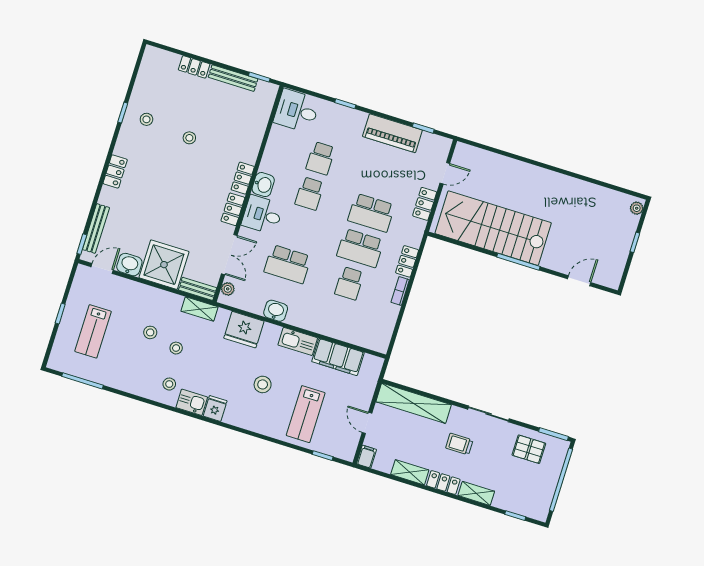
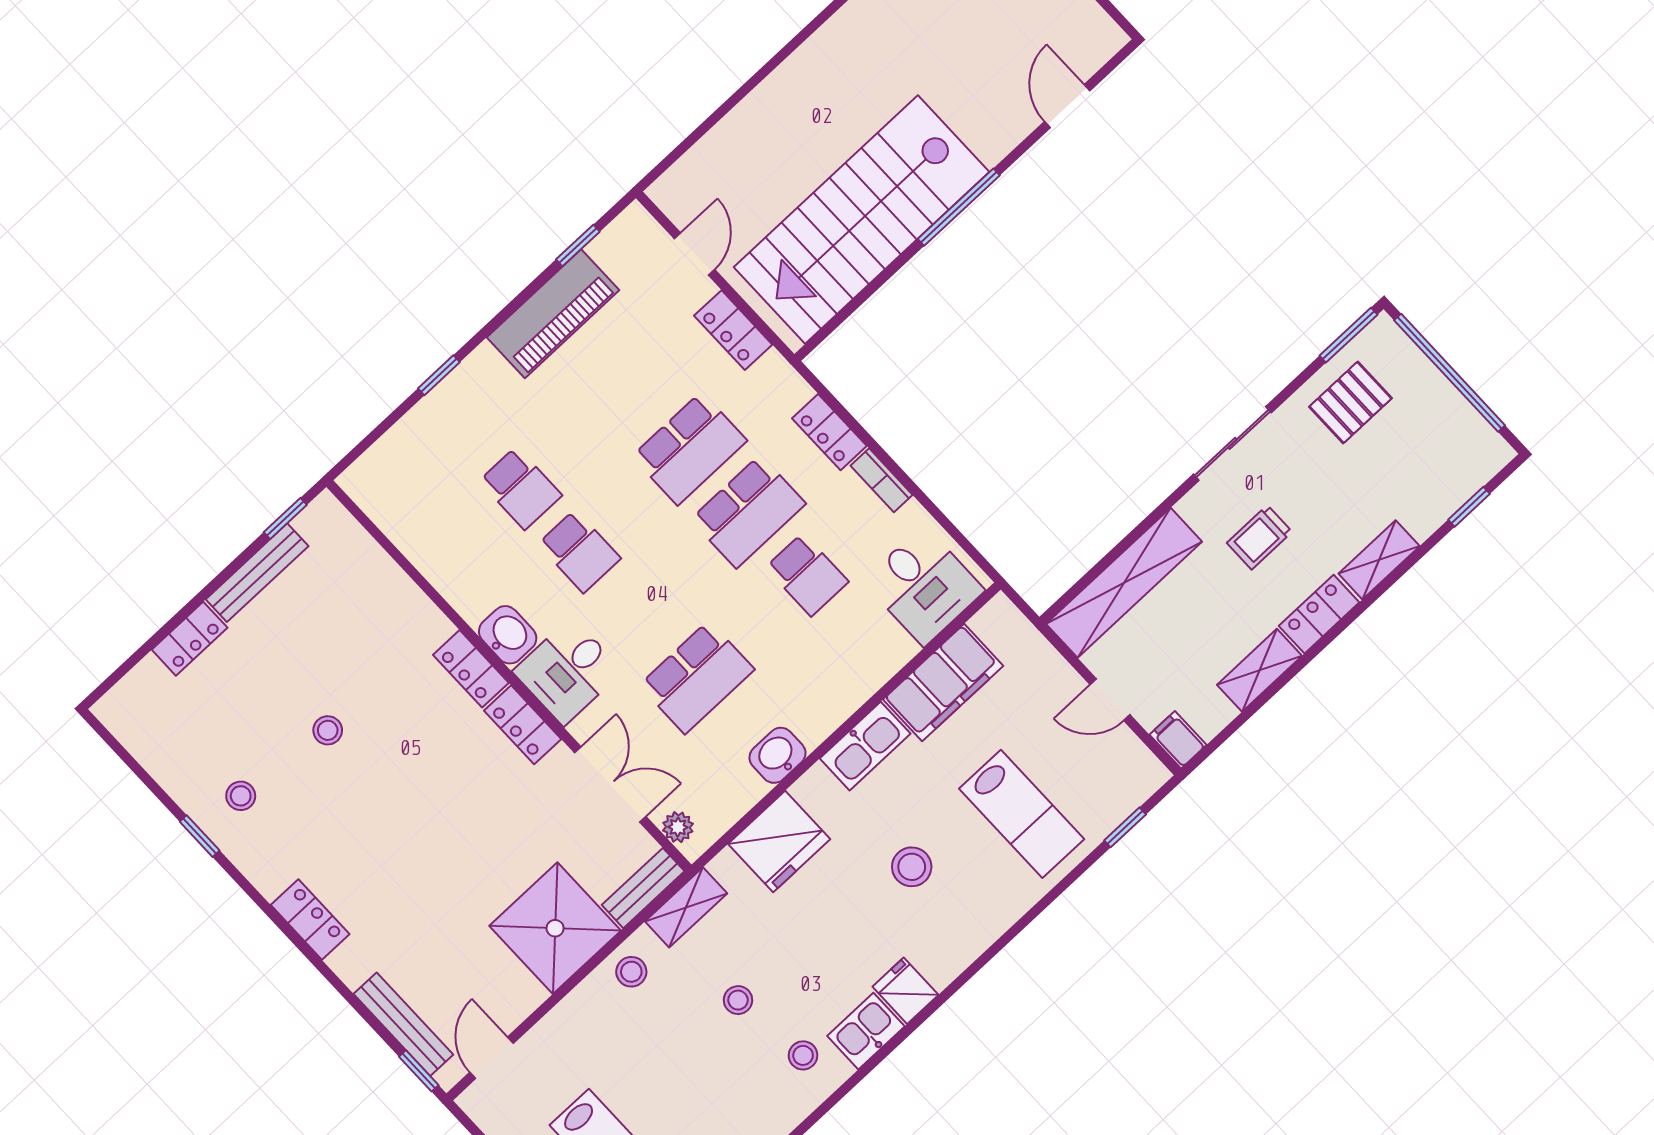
desk: (297, 111) -> (924, 586), moved, turned -90
washbasin: (129, 265) -> (515, 998), removed
stool: (150, 332) -> (631, 972), moved

